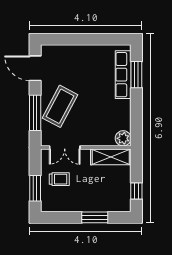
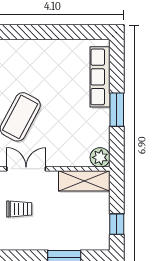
window: (136, 75) -> (117, 110), moved
double door: (65, 147) -> (26, 169), swing flipped

